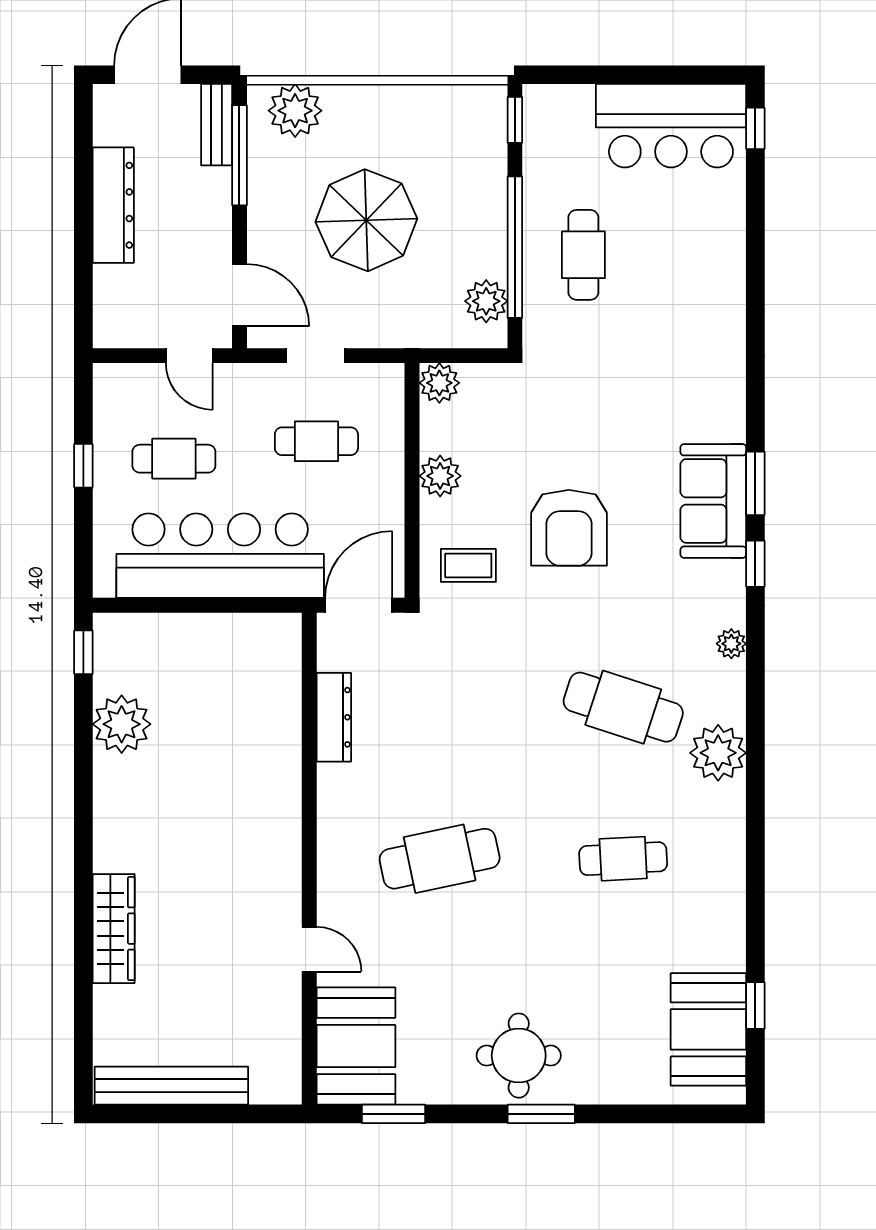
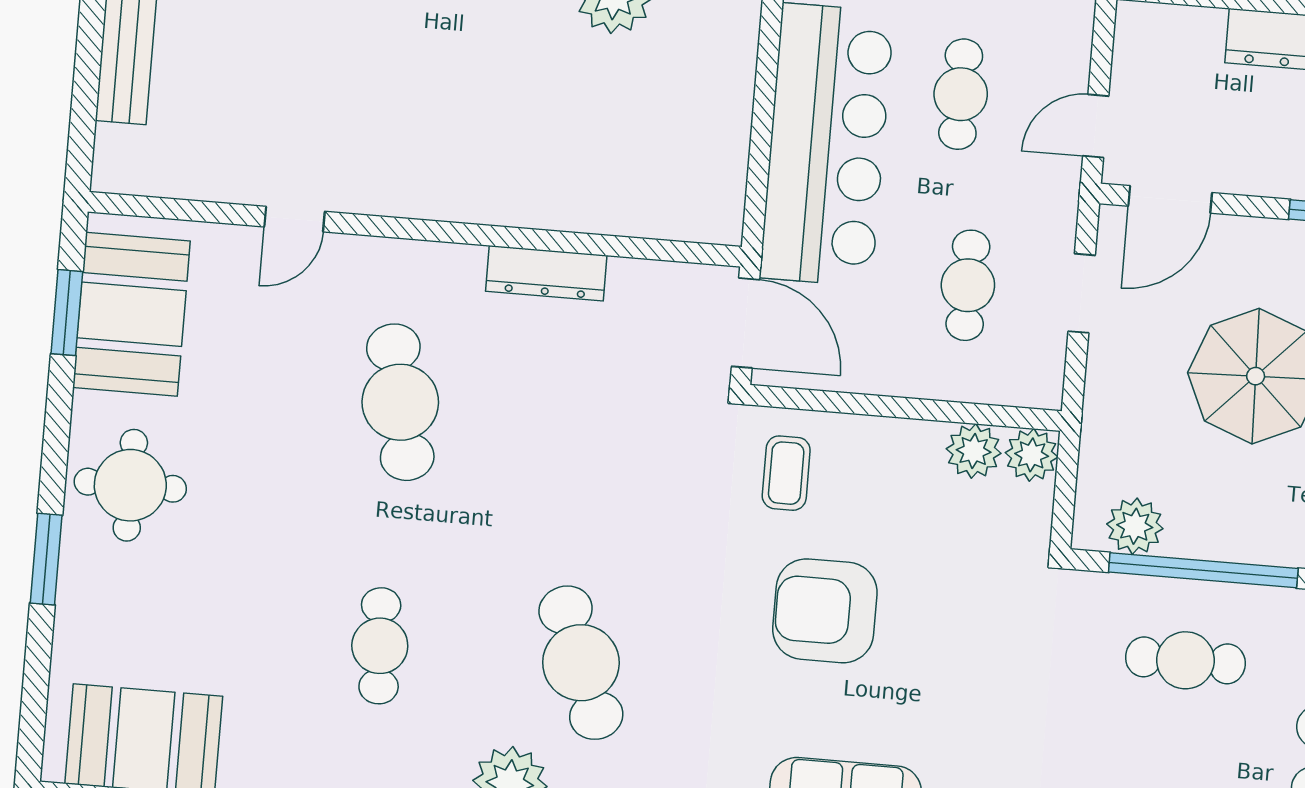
plant: (440, 476) -> (974, 451), moved
cafe table: (623, 707) -> (581, 663), turned -39
dresser: (334, 717) -> (546, 273), moved
booth: (356, 1046) -> (132, 314), moved, turned 90
window: (541, 1114) -> (46, 559), moved

